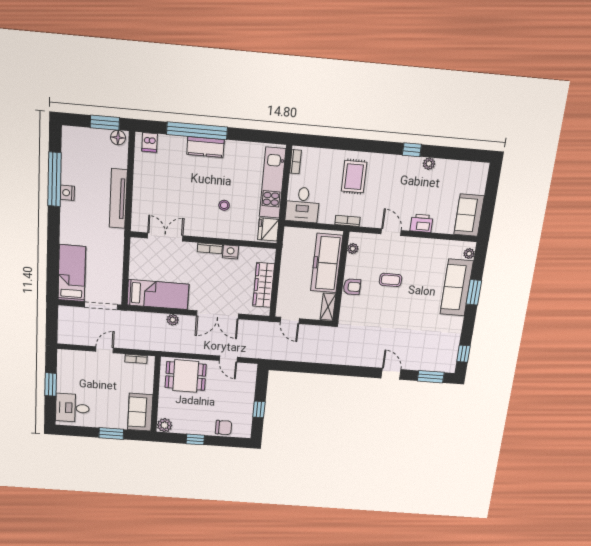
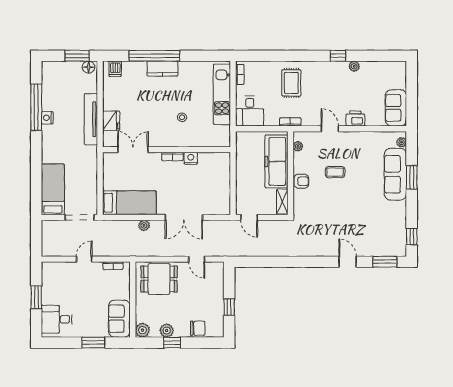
fridge: (268, 229) -> (111, 121), moved, turned 180
wardrobe: (264, 285) -> (223, 186), removed
plant: (190, 427) -> (167, 331), added

